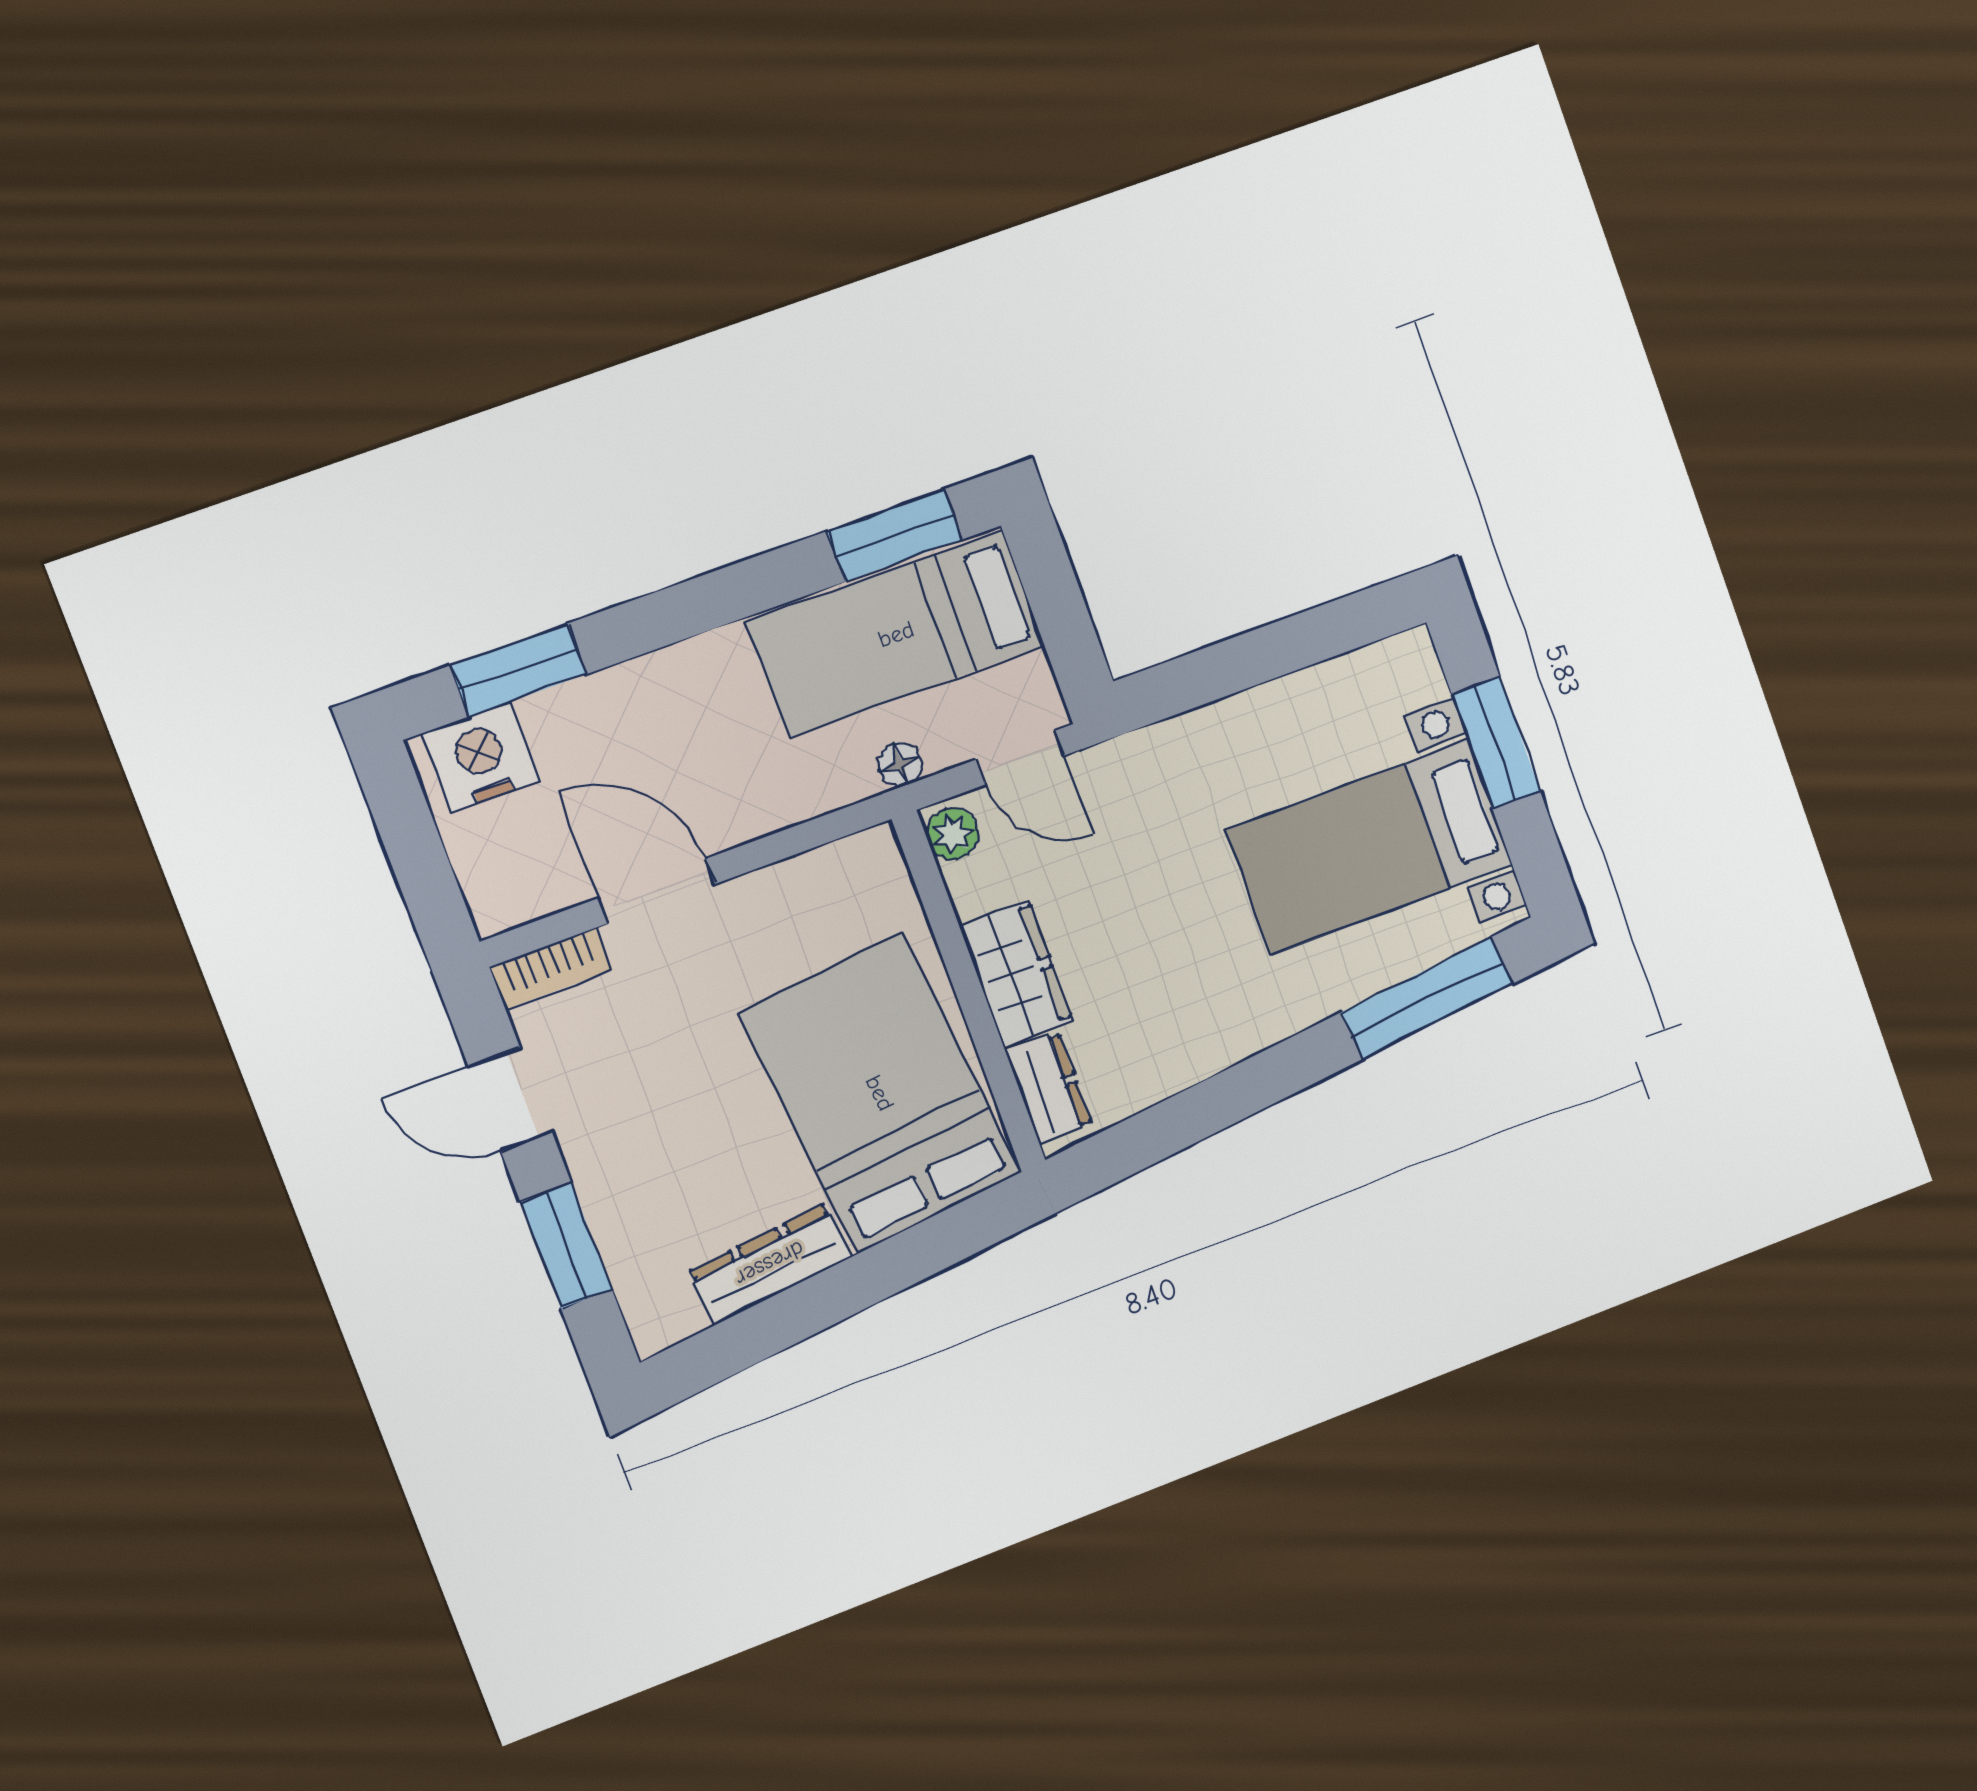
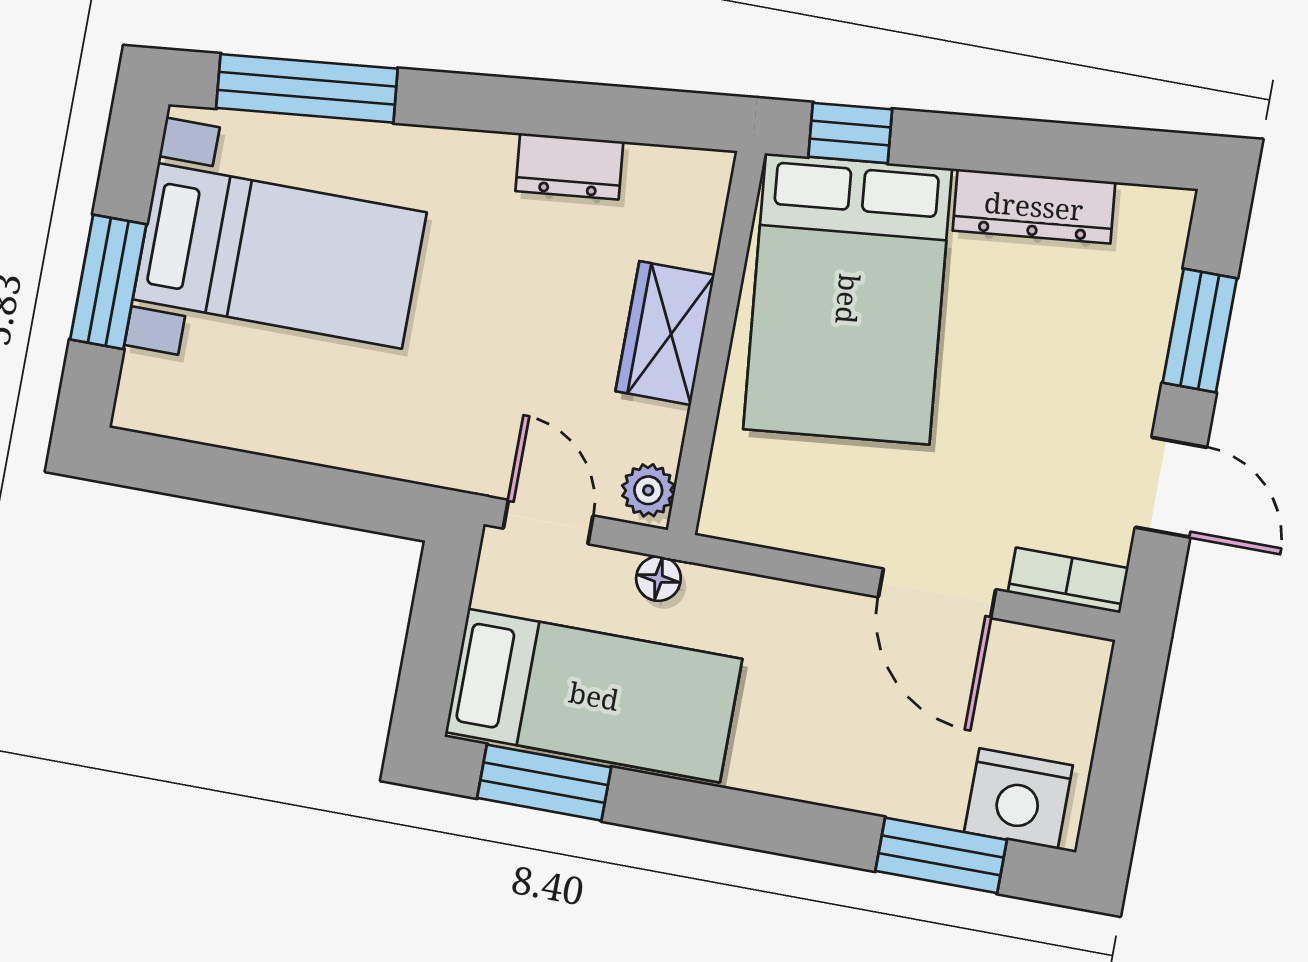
dresser: (1049, 1088) -> (569, 166), moved, turned -96
window: (961, 1232) -> (850, 133), added

